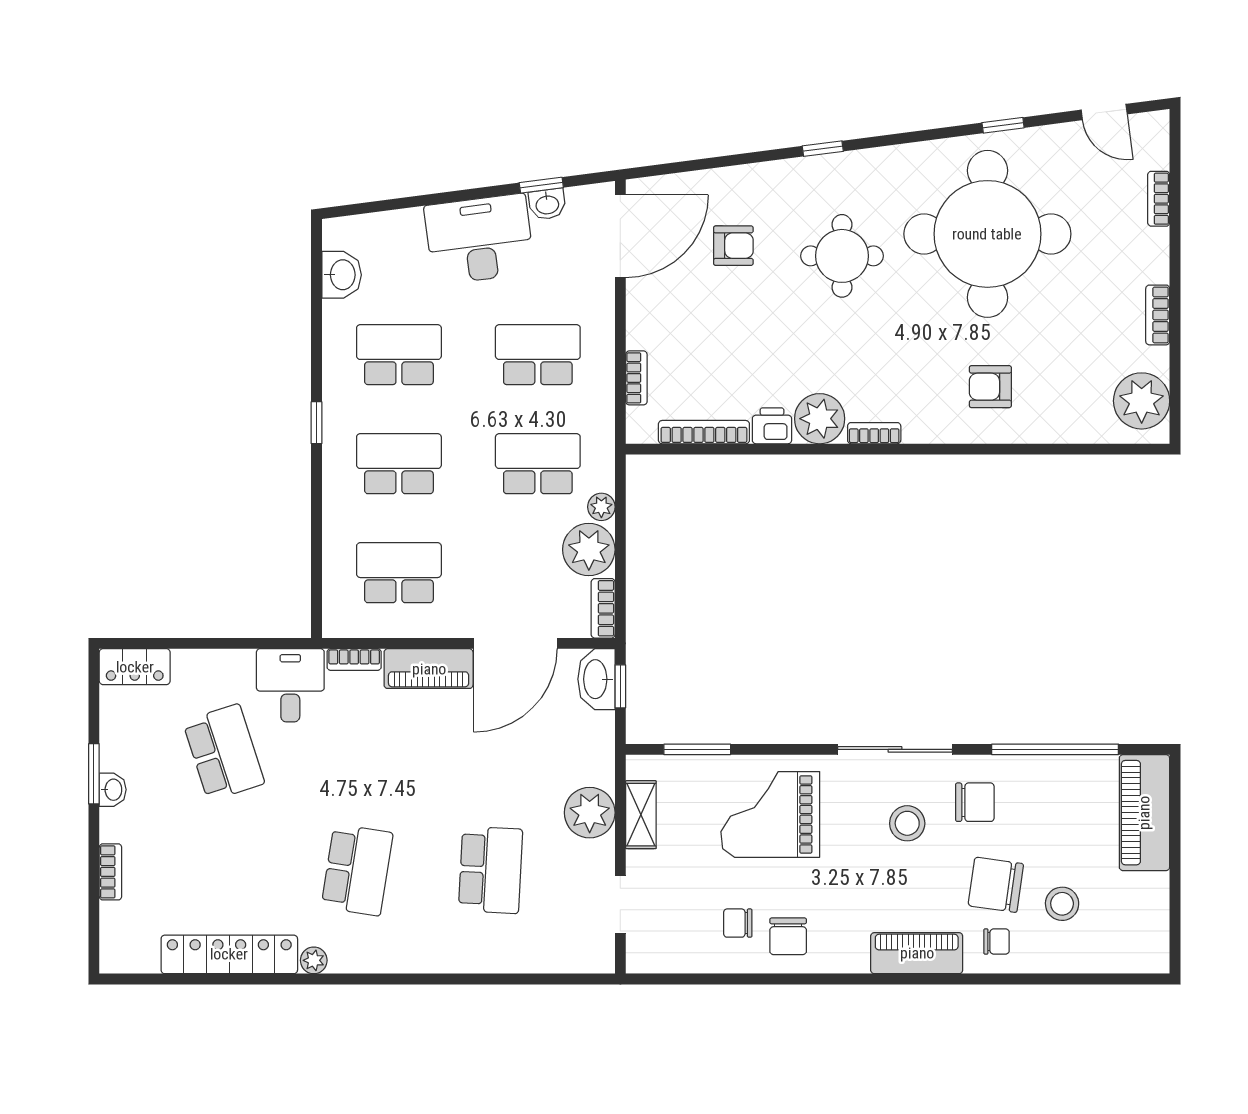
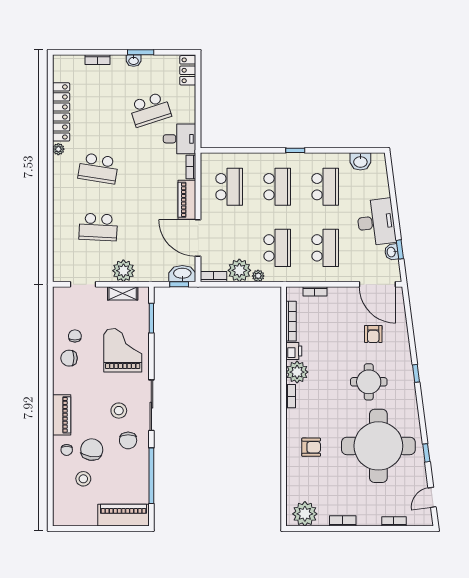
armchair: (990, 387) -> (311, 447), turned 90

